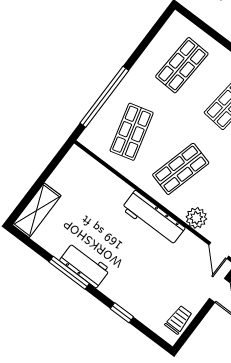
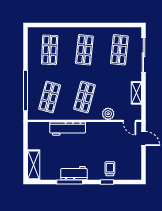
shop shelf: (132, 132) -> (50, 97), turned 30
workbench: (153, 218) -> (68, 129), moved
trolley: (179, 320) -> (110, 169), moved

